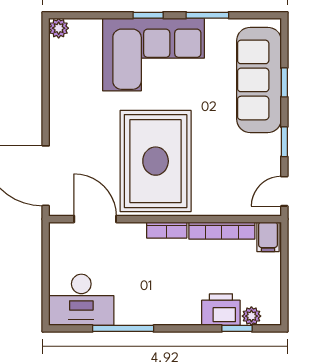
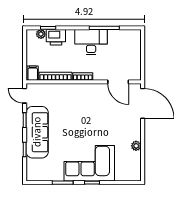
plant: (59, 28) -> (136, 146), moved
sofa: (259, 80) -> (37, 132), moved
rug: (156, 161) -> (88, 111), removed
door: (284, 191) -> (25, 96), swing flipped
desk: (81, 300) -> (91, 42), moved

